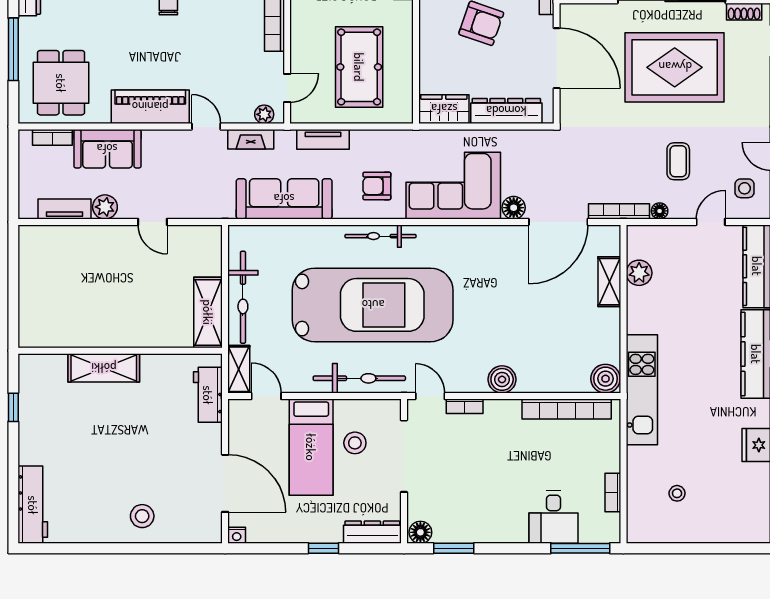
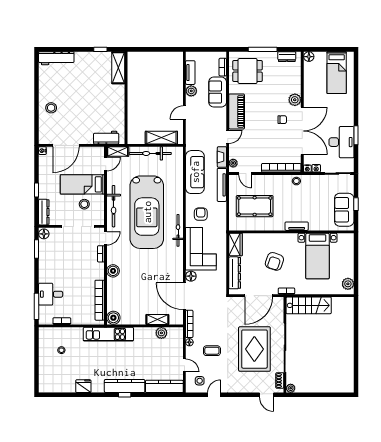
tv unit: (323, 139) -> (222, 185), width x1.41
bicycle: (381, 236) -> (178, 230), moved
shelving: (208, 312) -> (161, 138), moved
shelving: (104, 368) -> (118, 68), moved

